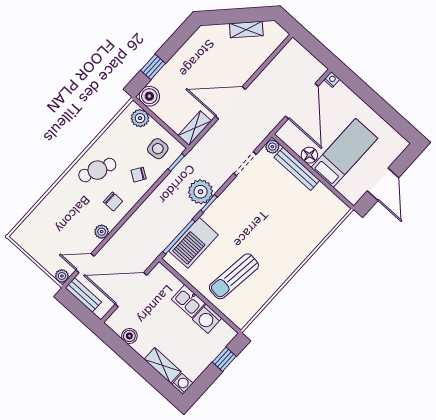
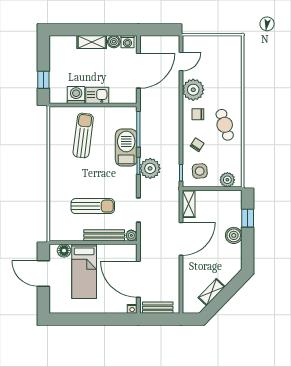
boiler: (149, 96) -> (234, 235), moved
floor lamp: (309, 155) -> (64, 251), moved
cafe table: (97, 170) -> (225, 125), turned -41
sun lounger: (283, 205) -> (93, 206), added
plant: (102, 232) -> (193, 90), width x1.88, depth x1.88
barbecue: (193, 243) -> (126, 147), moved
plant: (62, 276) -> (188, 41), removed
bench: (83, 295) -> (158, 308), moved
shelving: (163, 365) -> (92, 42), moved
washing machine: (182, 384) -> (127, 42), moved

